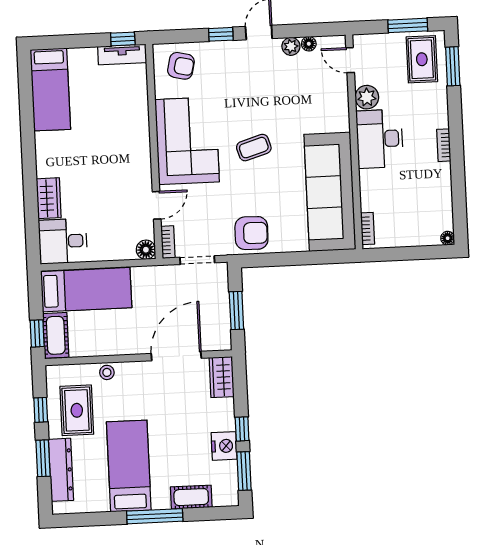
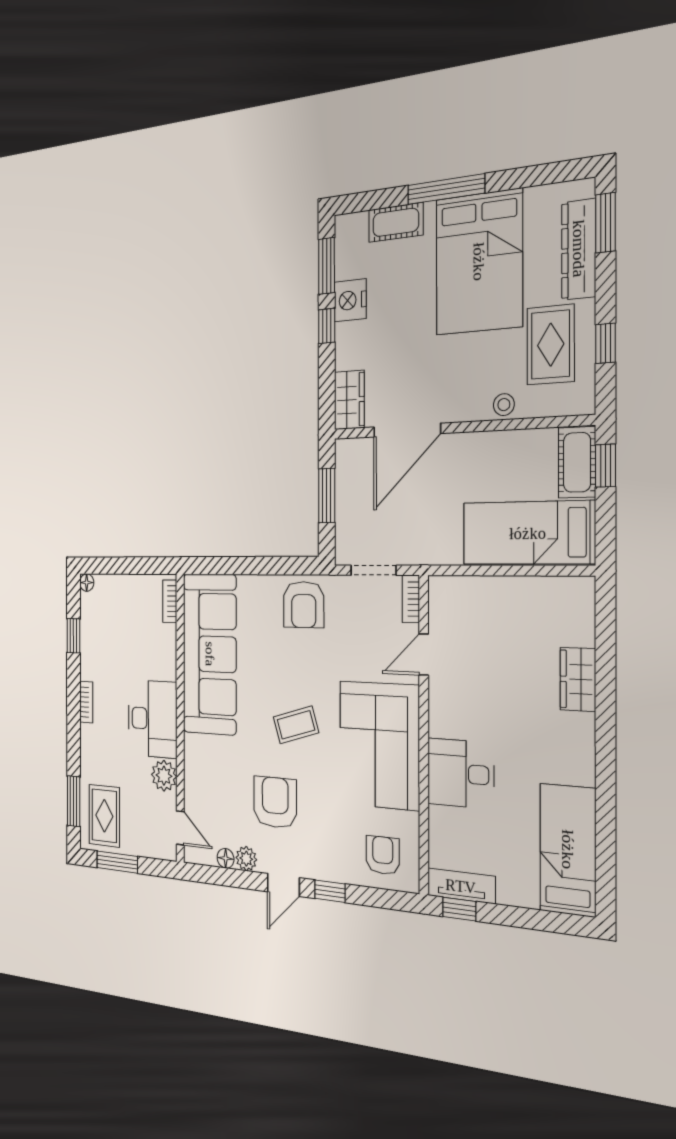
armchair: (181, 66) -> (383, 855), turned 77
armchair: (268, 90) -> (275, 802), added
window: (459, 196) -> (74, 636), added
armchair: (251, 233) -> (304, 605), turned -91
desk: (63, 241) -> (461, 773), moved, turned 180
floor lamp: (146, 250) -> (441, 590), removed
window: (43, 458) -> (605, 223), moved
bed: (129, 466) -> (479, 262), width x1.50

